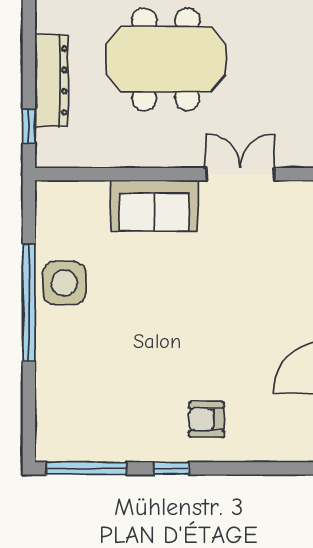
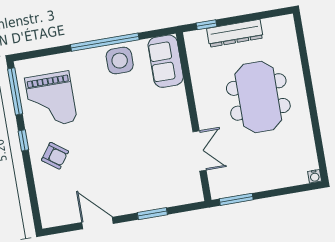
sofa: (154, 205) -> (166, 61), moved
grand piano: (111, 410) -> (51, 100), added
armchair: (206, 419) -> (55, 156), turned 126

